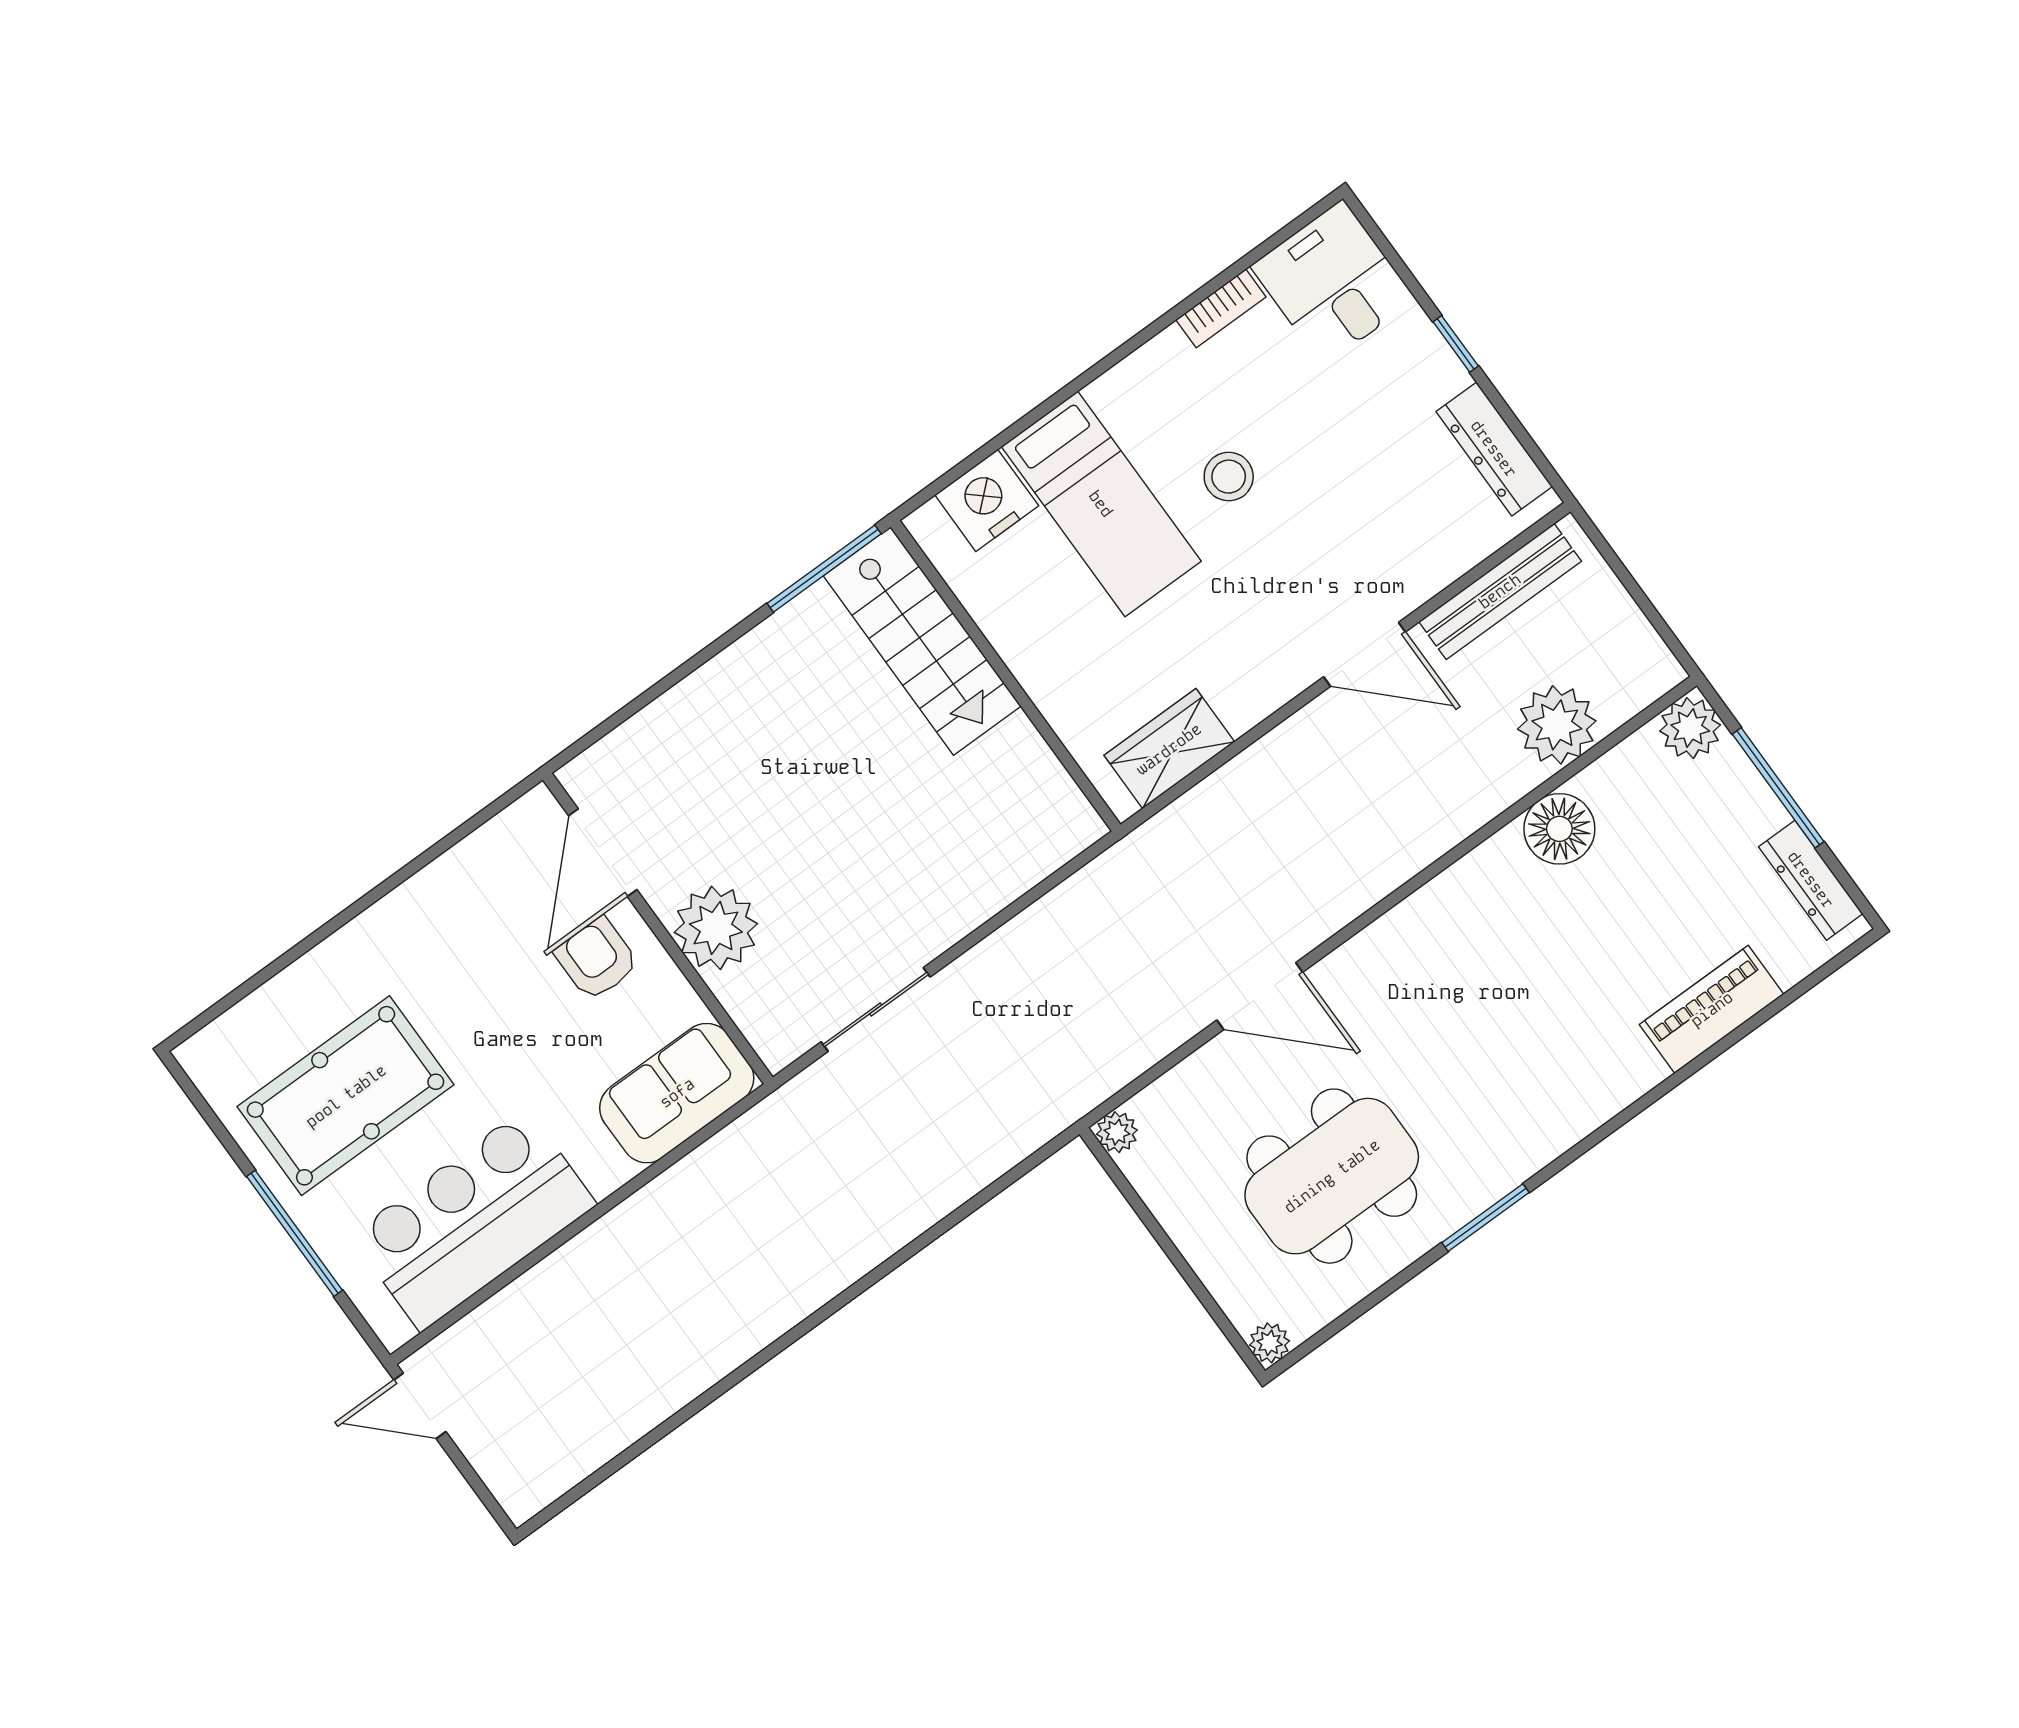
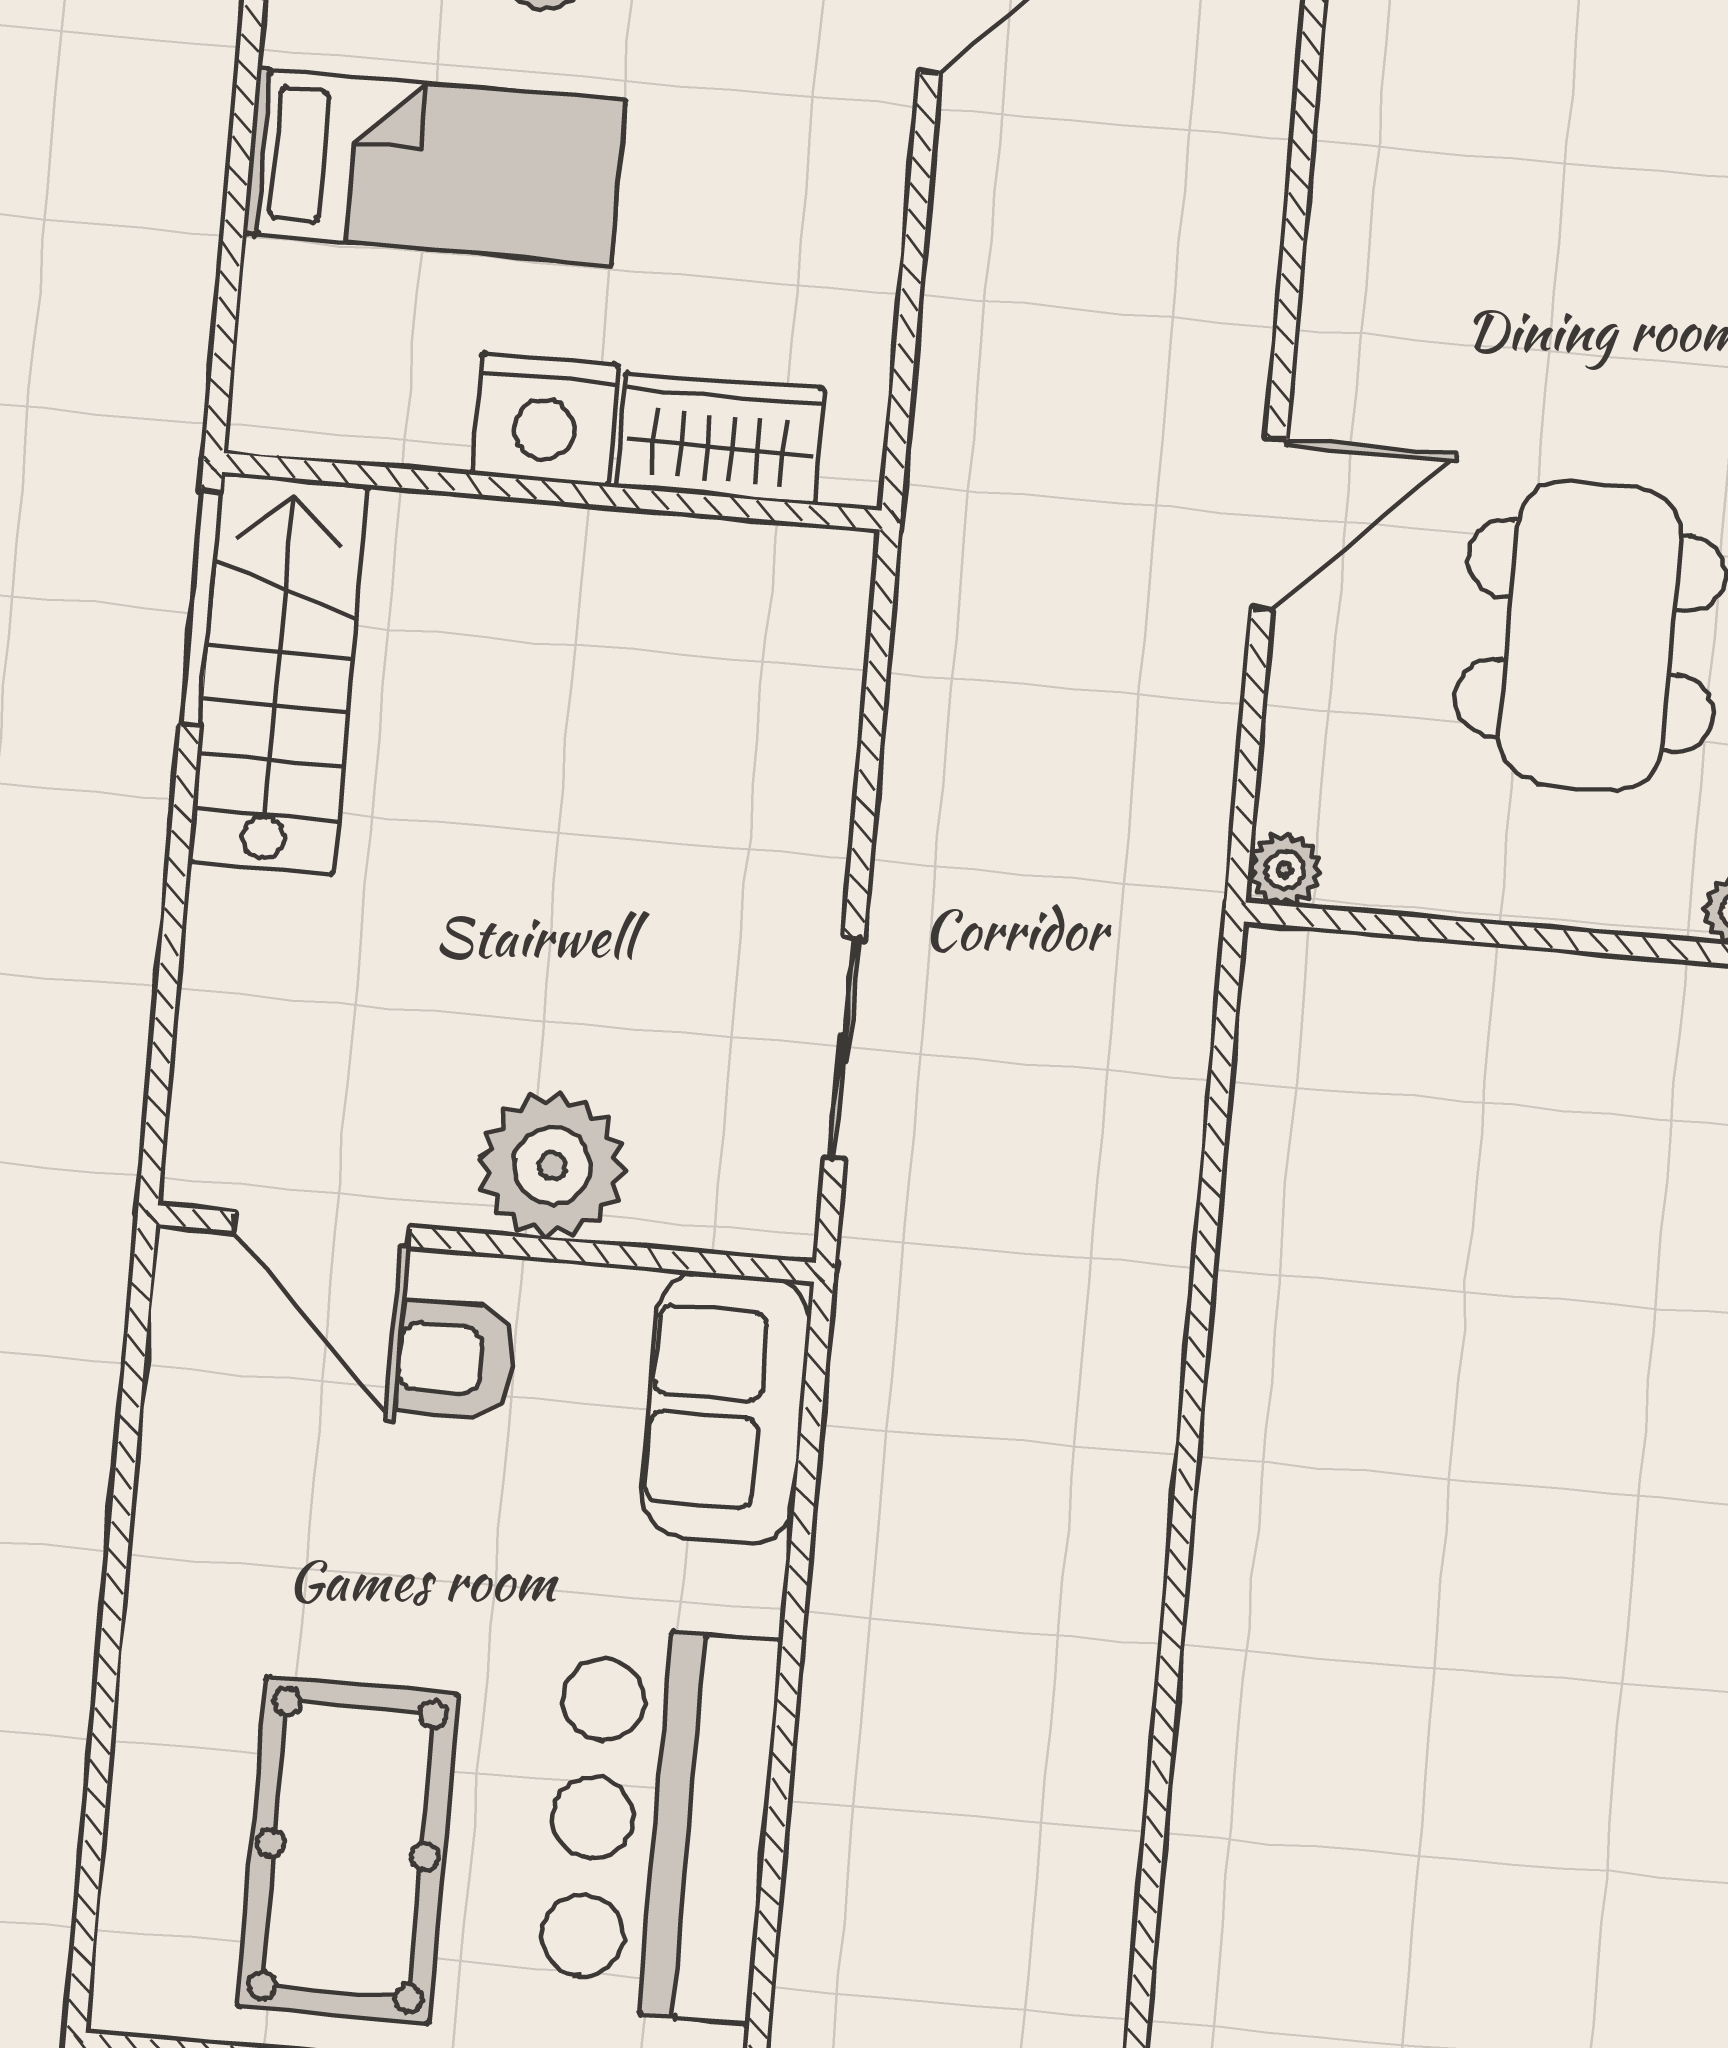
nightstand: (987, 500) -> (545, 420), moved, turned -90
stairs: (922, 641) -> (278, 674), moved, turned -90
wardrobe: (1169, 749) -> (720, 438), moved, turned 90

